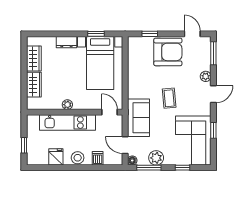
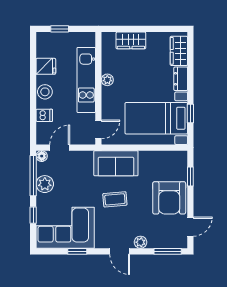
wardrobe: (34, 58) -> (179, 51), moved, turned 90
sofa: (138, 118) -> (116, 163), moved
window: (149, 168) -> (33, 176), width x1.44

